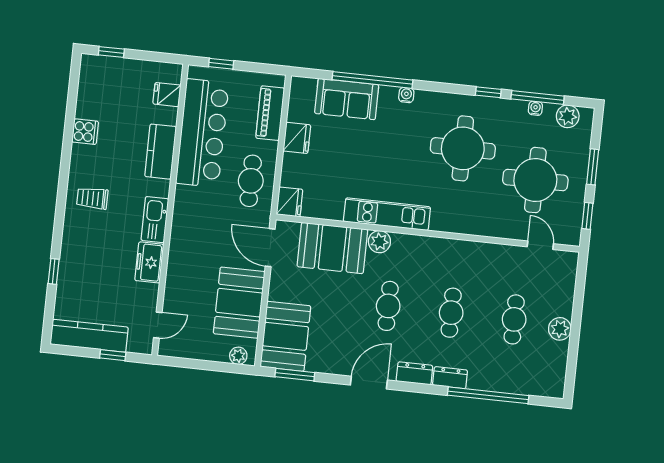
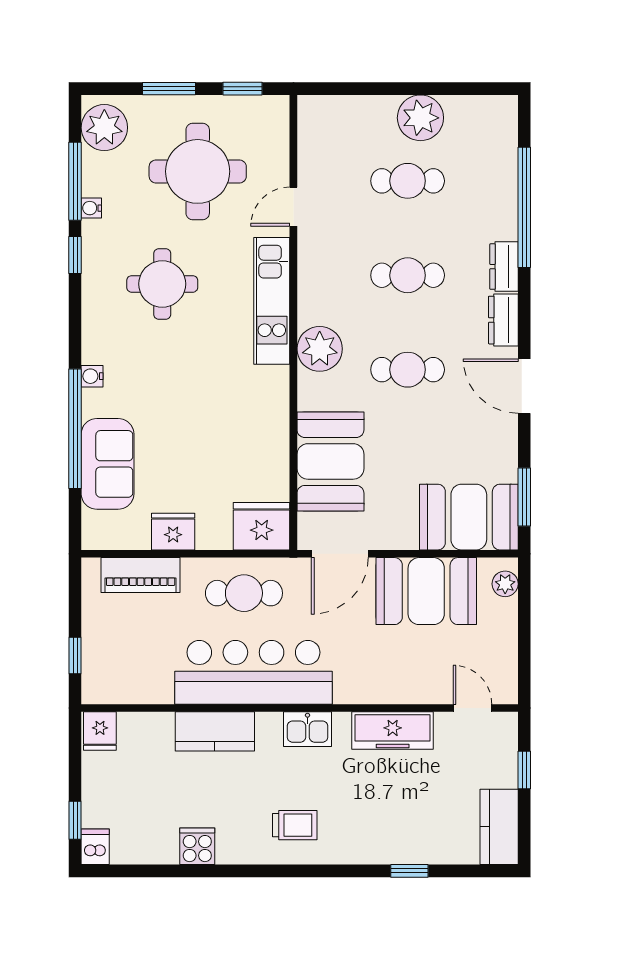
dishwasher: (92, 64) -> (95, 847), added
fridge: (167, 95) -> (100, 731), moved
water cooler: (535, 108) -> (91, 208), moved
plant: (568, 116) -> (104, 128), width x1.36, depth x1.36
bar counter: (202, 133) -> (253, 672), moved
round table: (463, 148) -> (162, 284), width x0.73, depth x0.73
trolley: (92, 198) -> (295, 825), turned -90
fridge: (290, 202) -> (262, 526), width x1.36, depth x1.34
kitchen unit: (387, 214) -> (272, 301), moved
kitchen sink: (155, 220) -> (308, 729), width x0.73
plant: (379, 242) -> (320, 349), moved, width x1.36, depth x1.36
door: (540, 245) -> (293, 207), moved
freezer: (149, 262) -> (393, 731), width x1.40
plant: (560, 329) -> (420, 118), width x1.36, depth x1.36
kitchen counter: (89, 336) -> (499, 827), width x0.67

